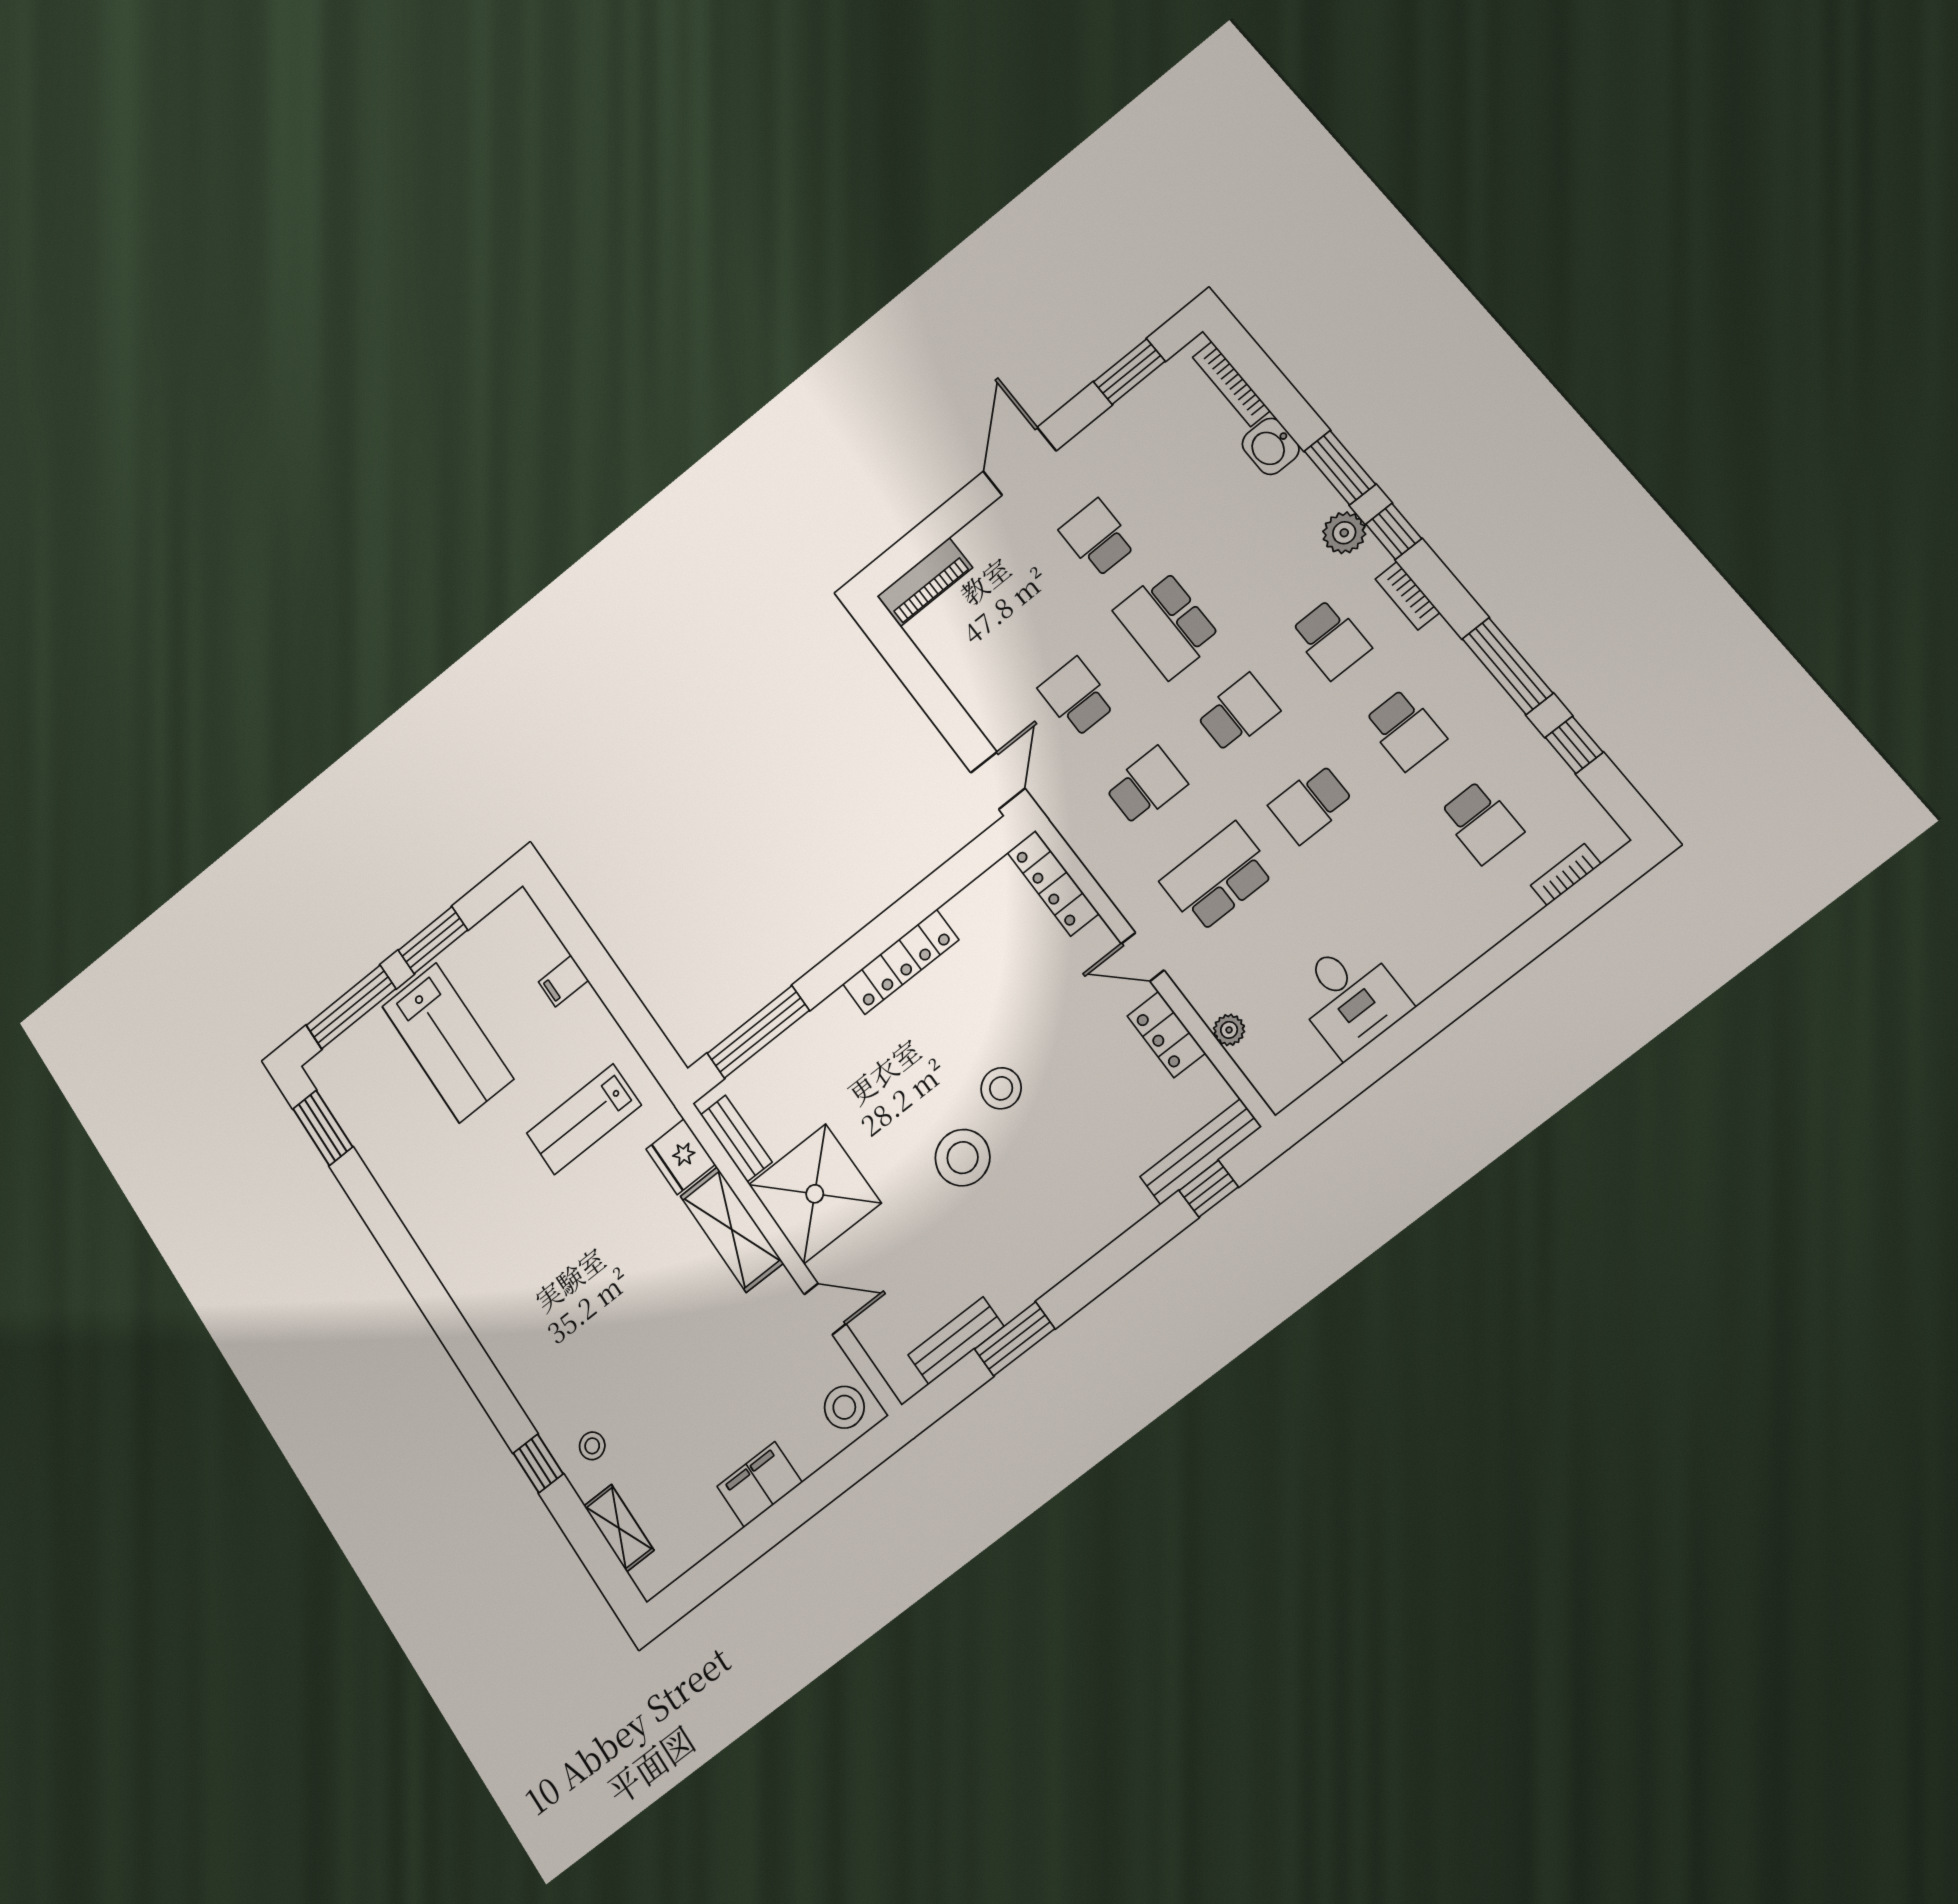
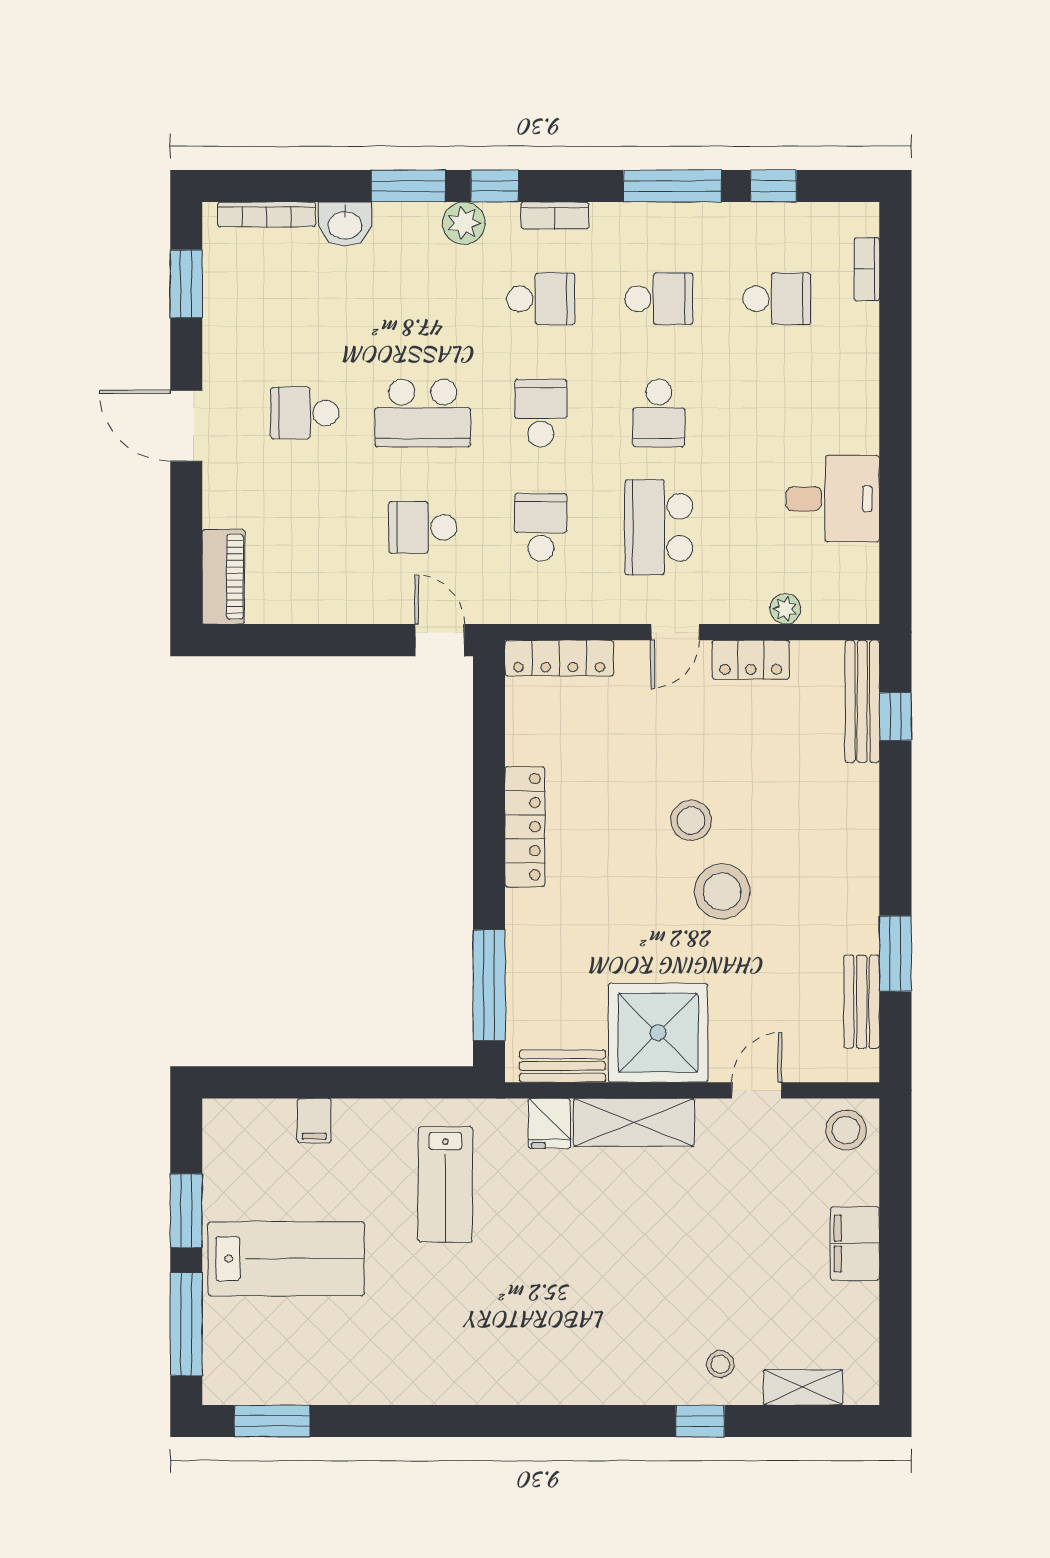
fridge: (681, 1157) -> (549, 1123), width x0.72

